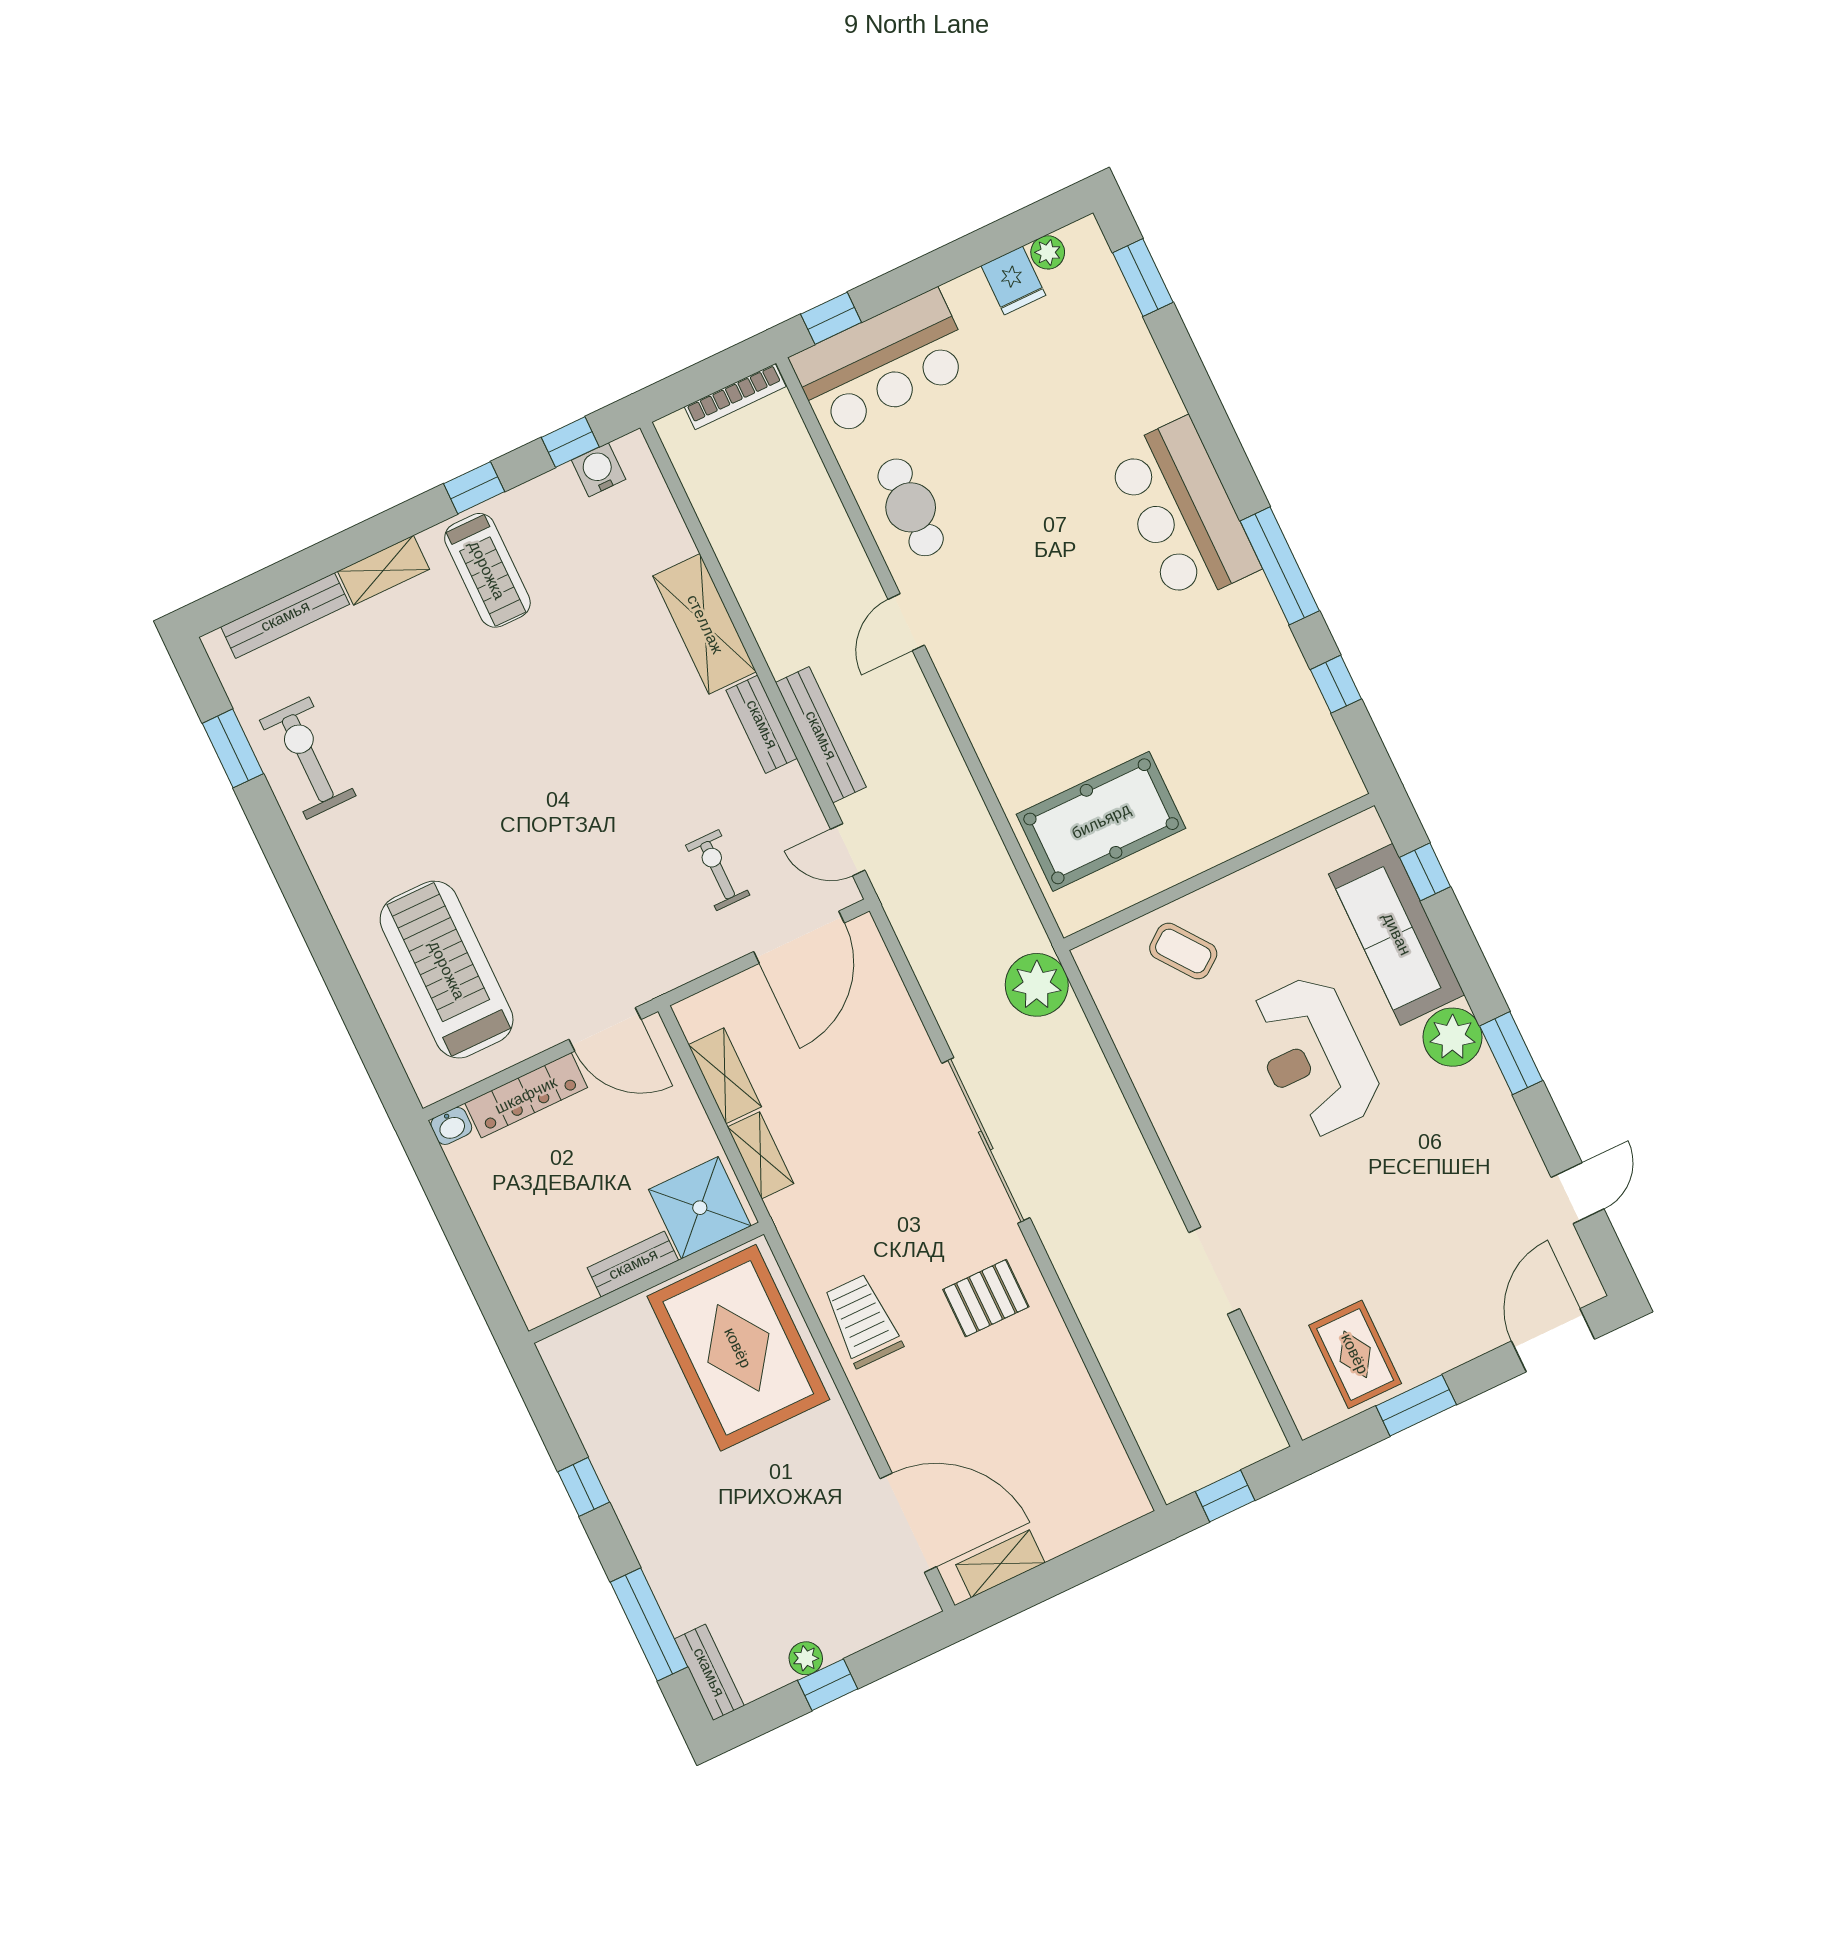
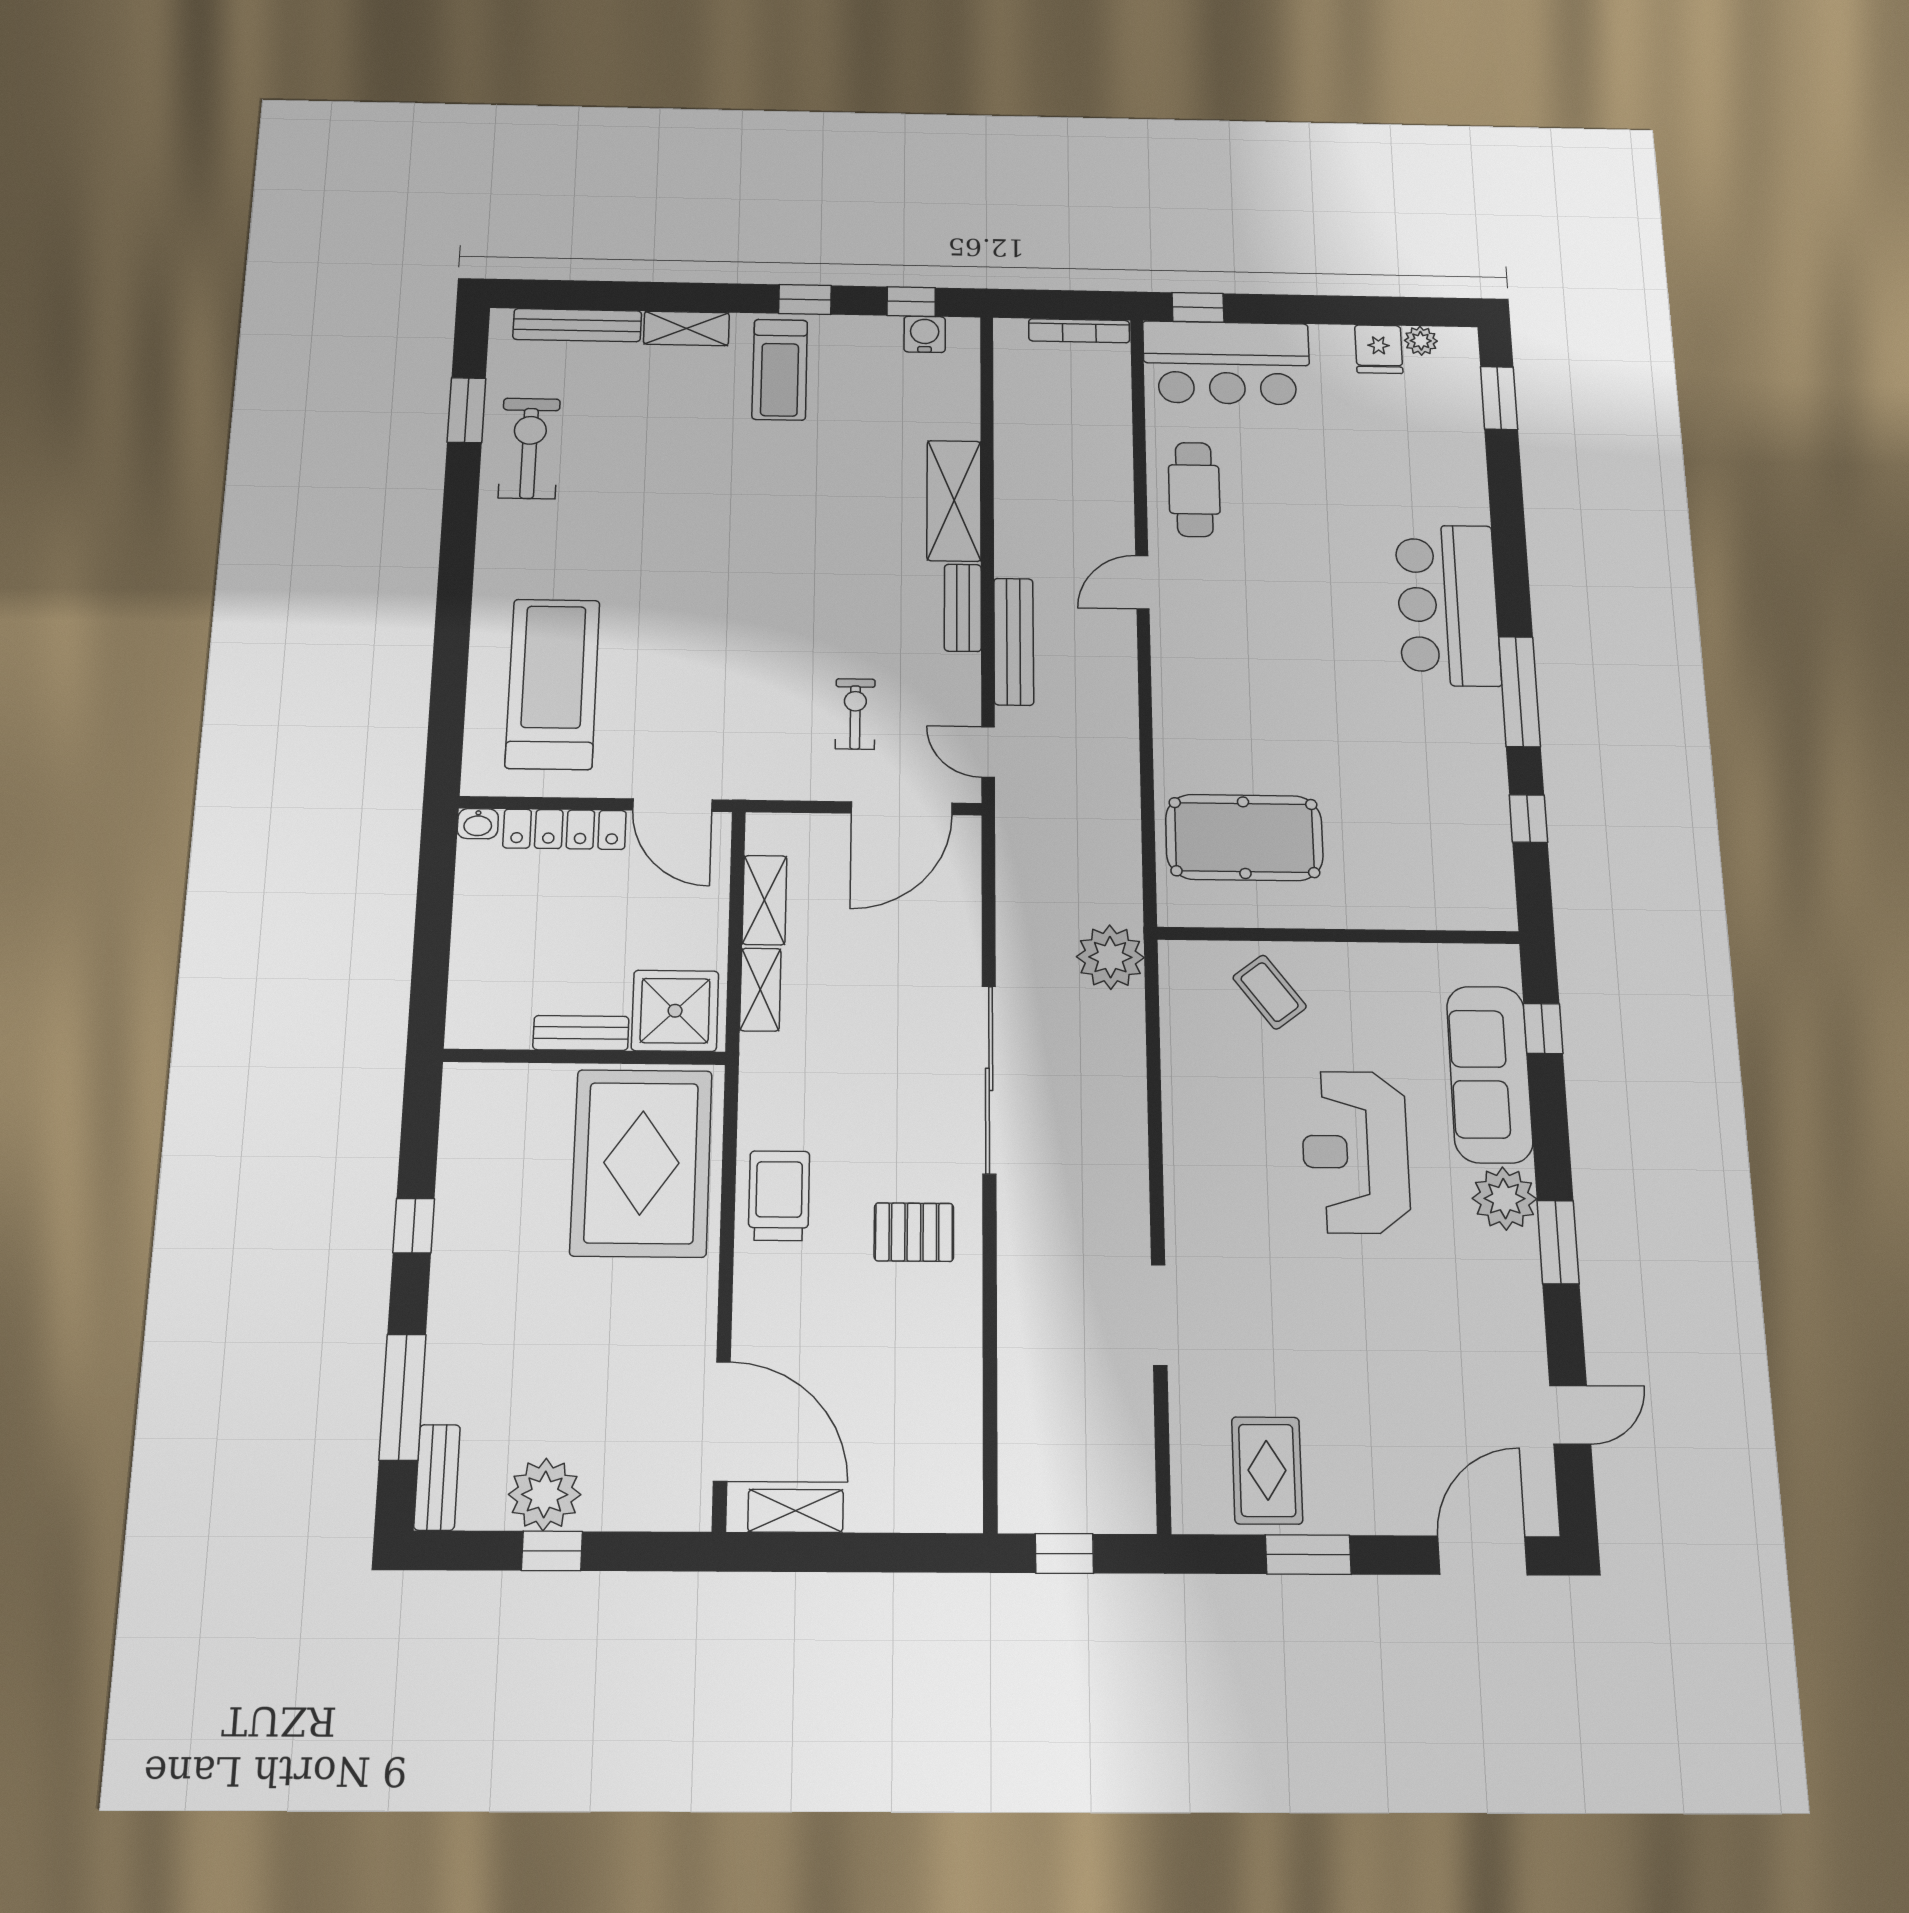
plant: (806, 1658) -> (545, 1495), width x1.88, depth x1.88

